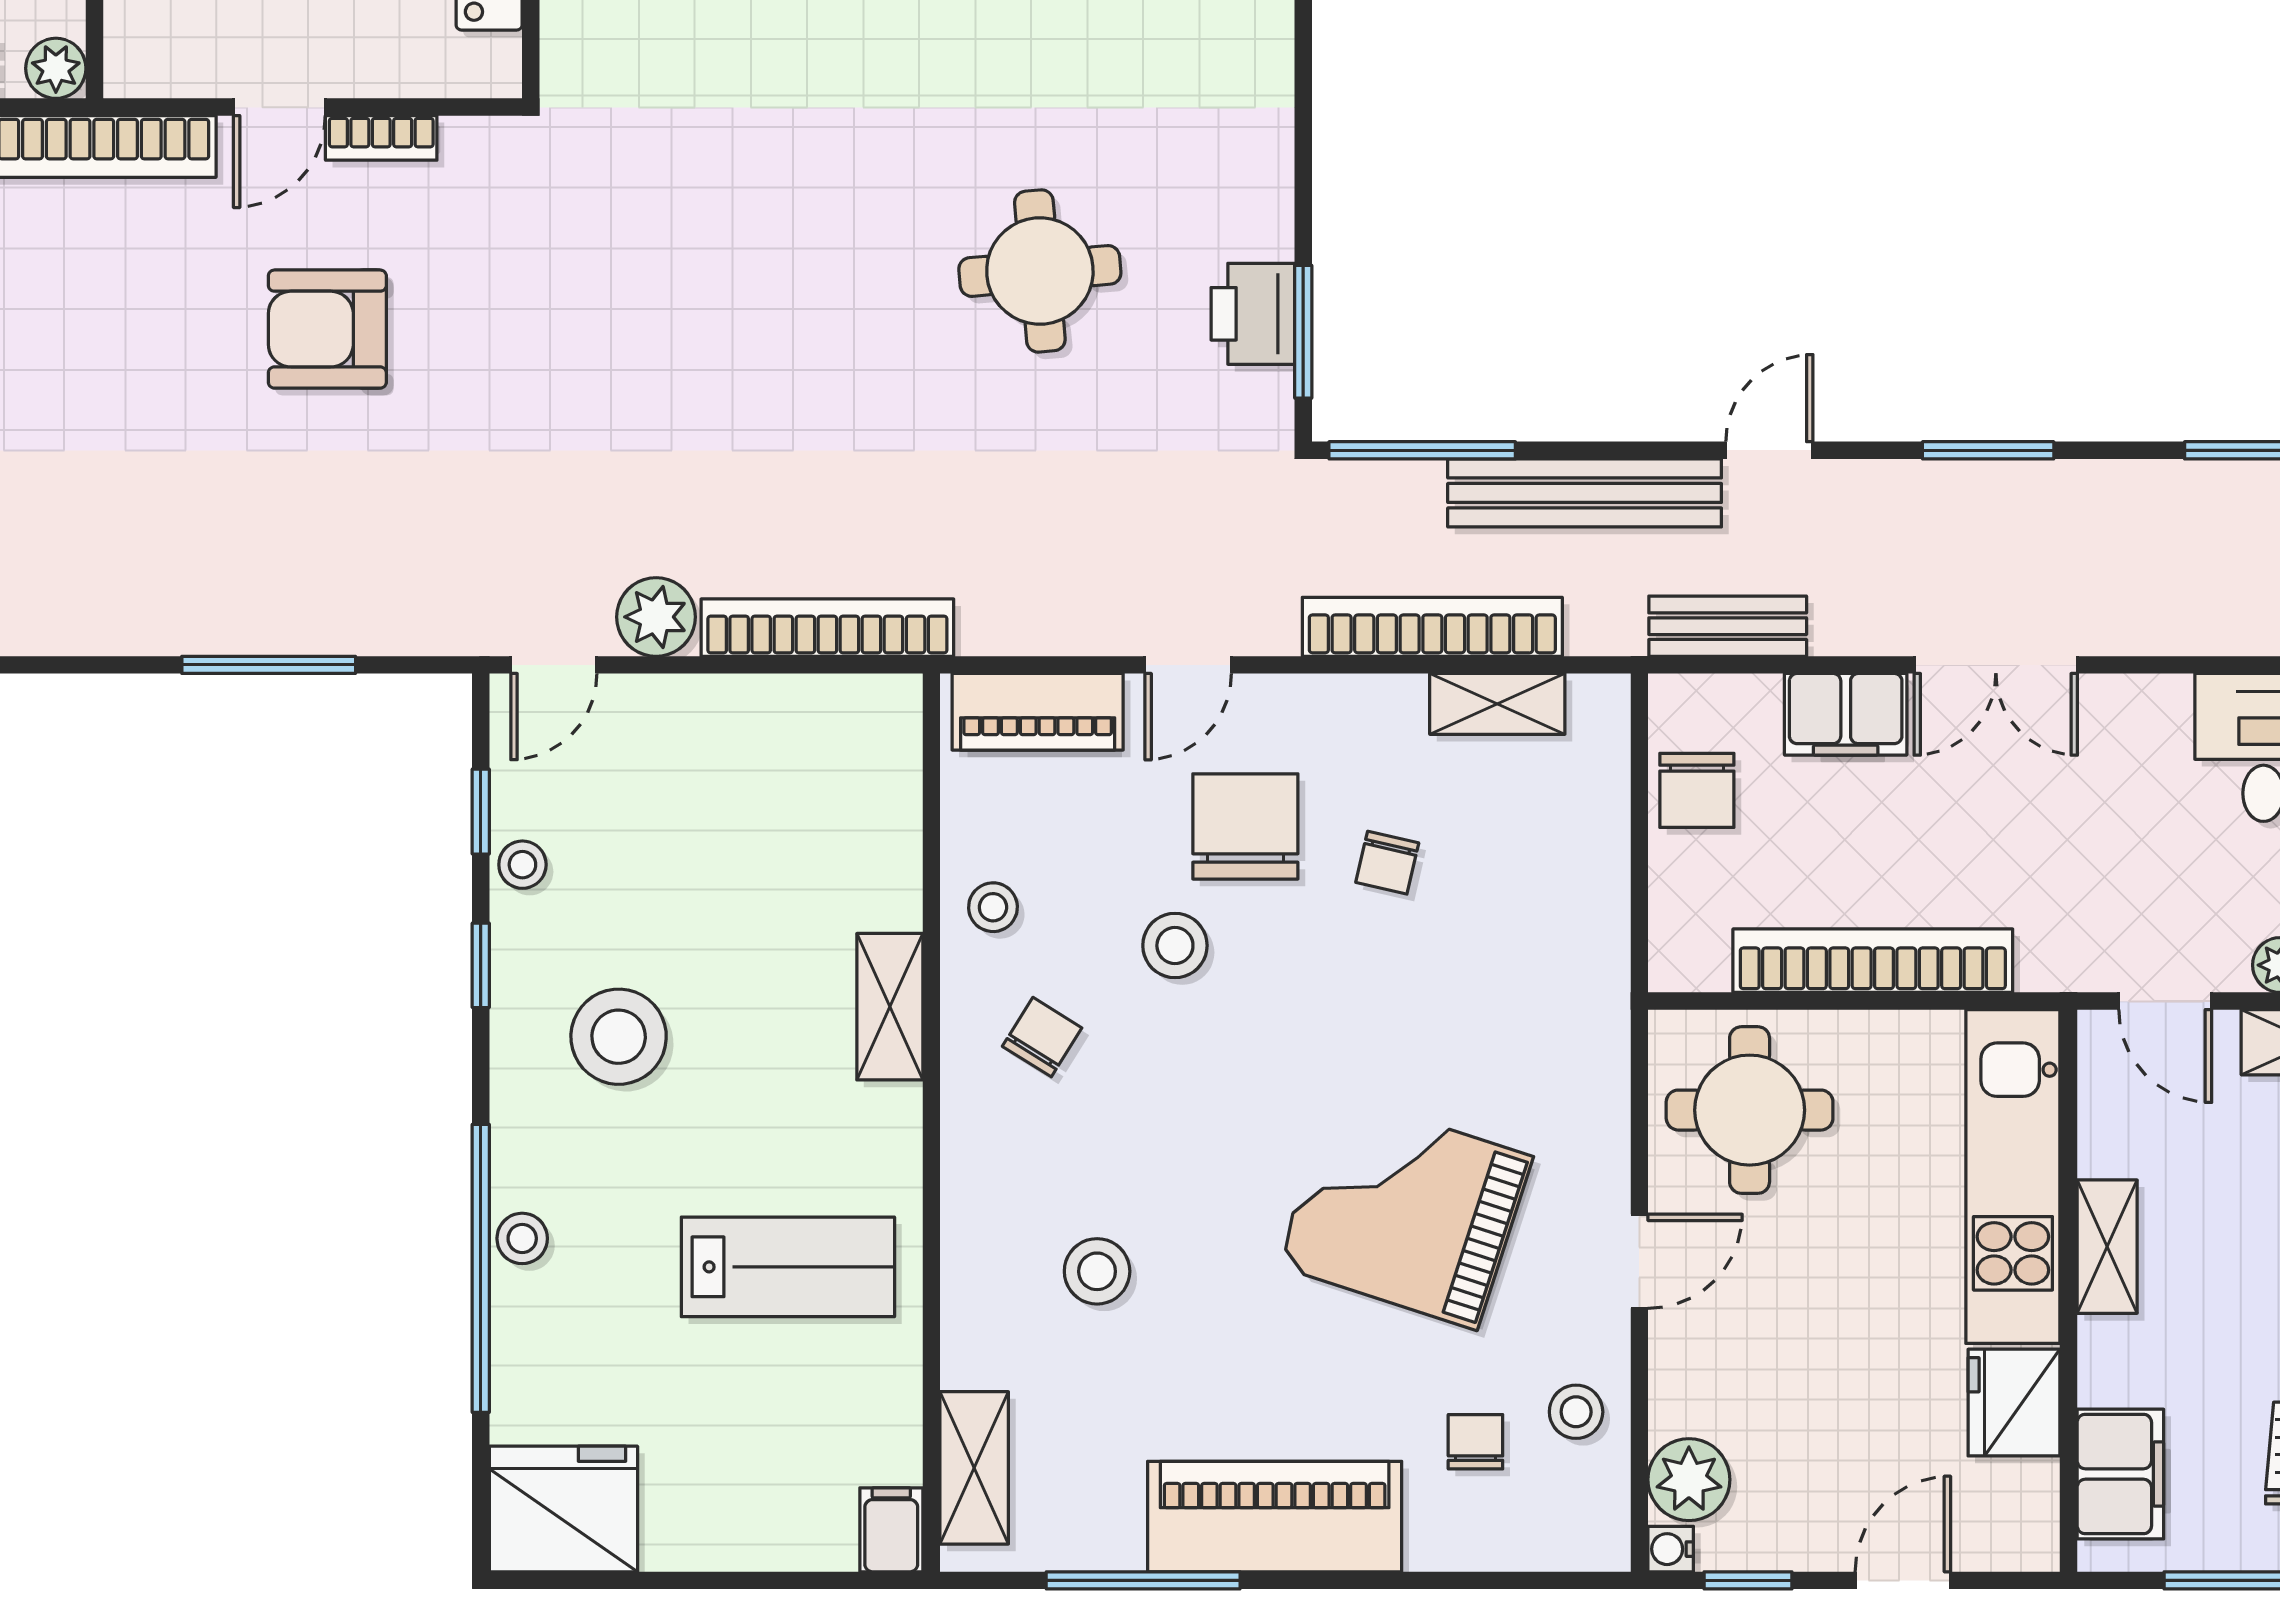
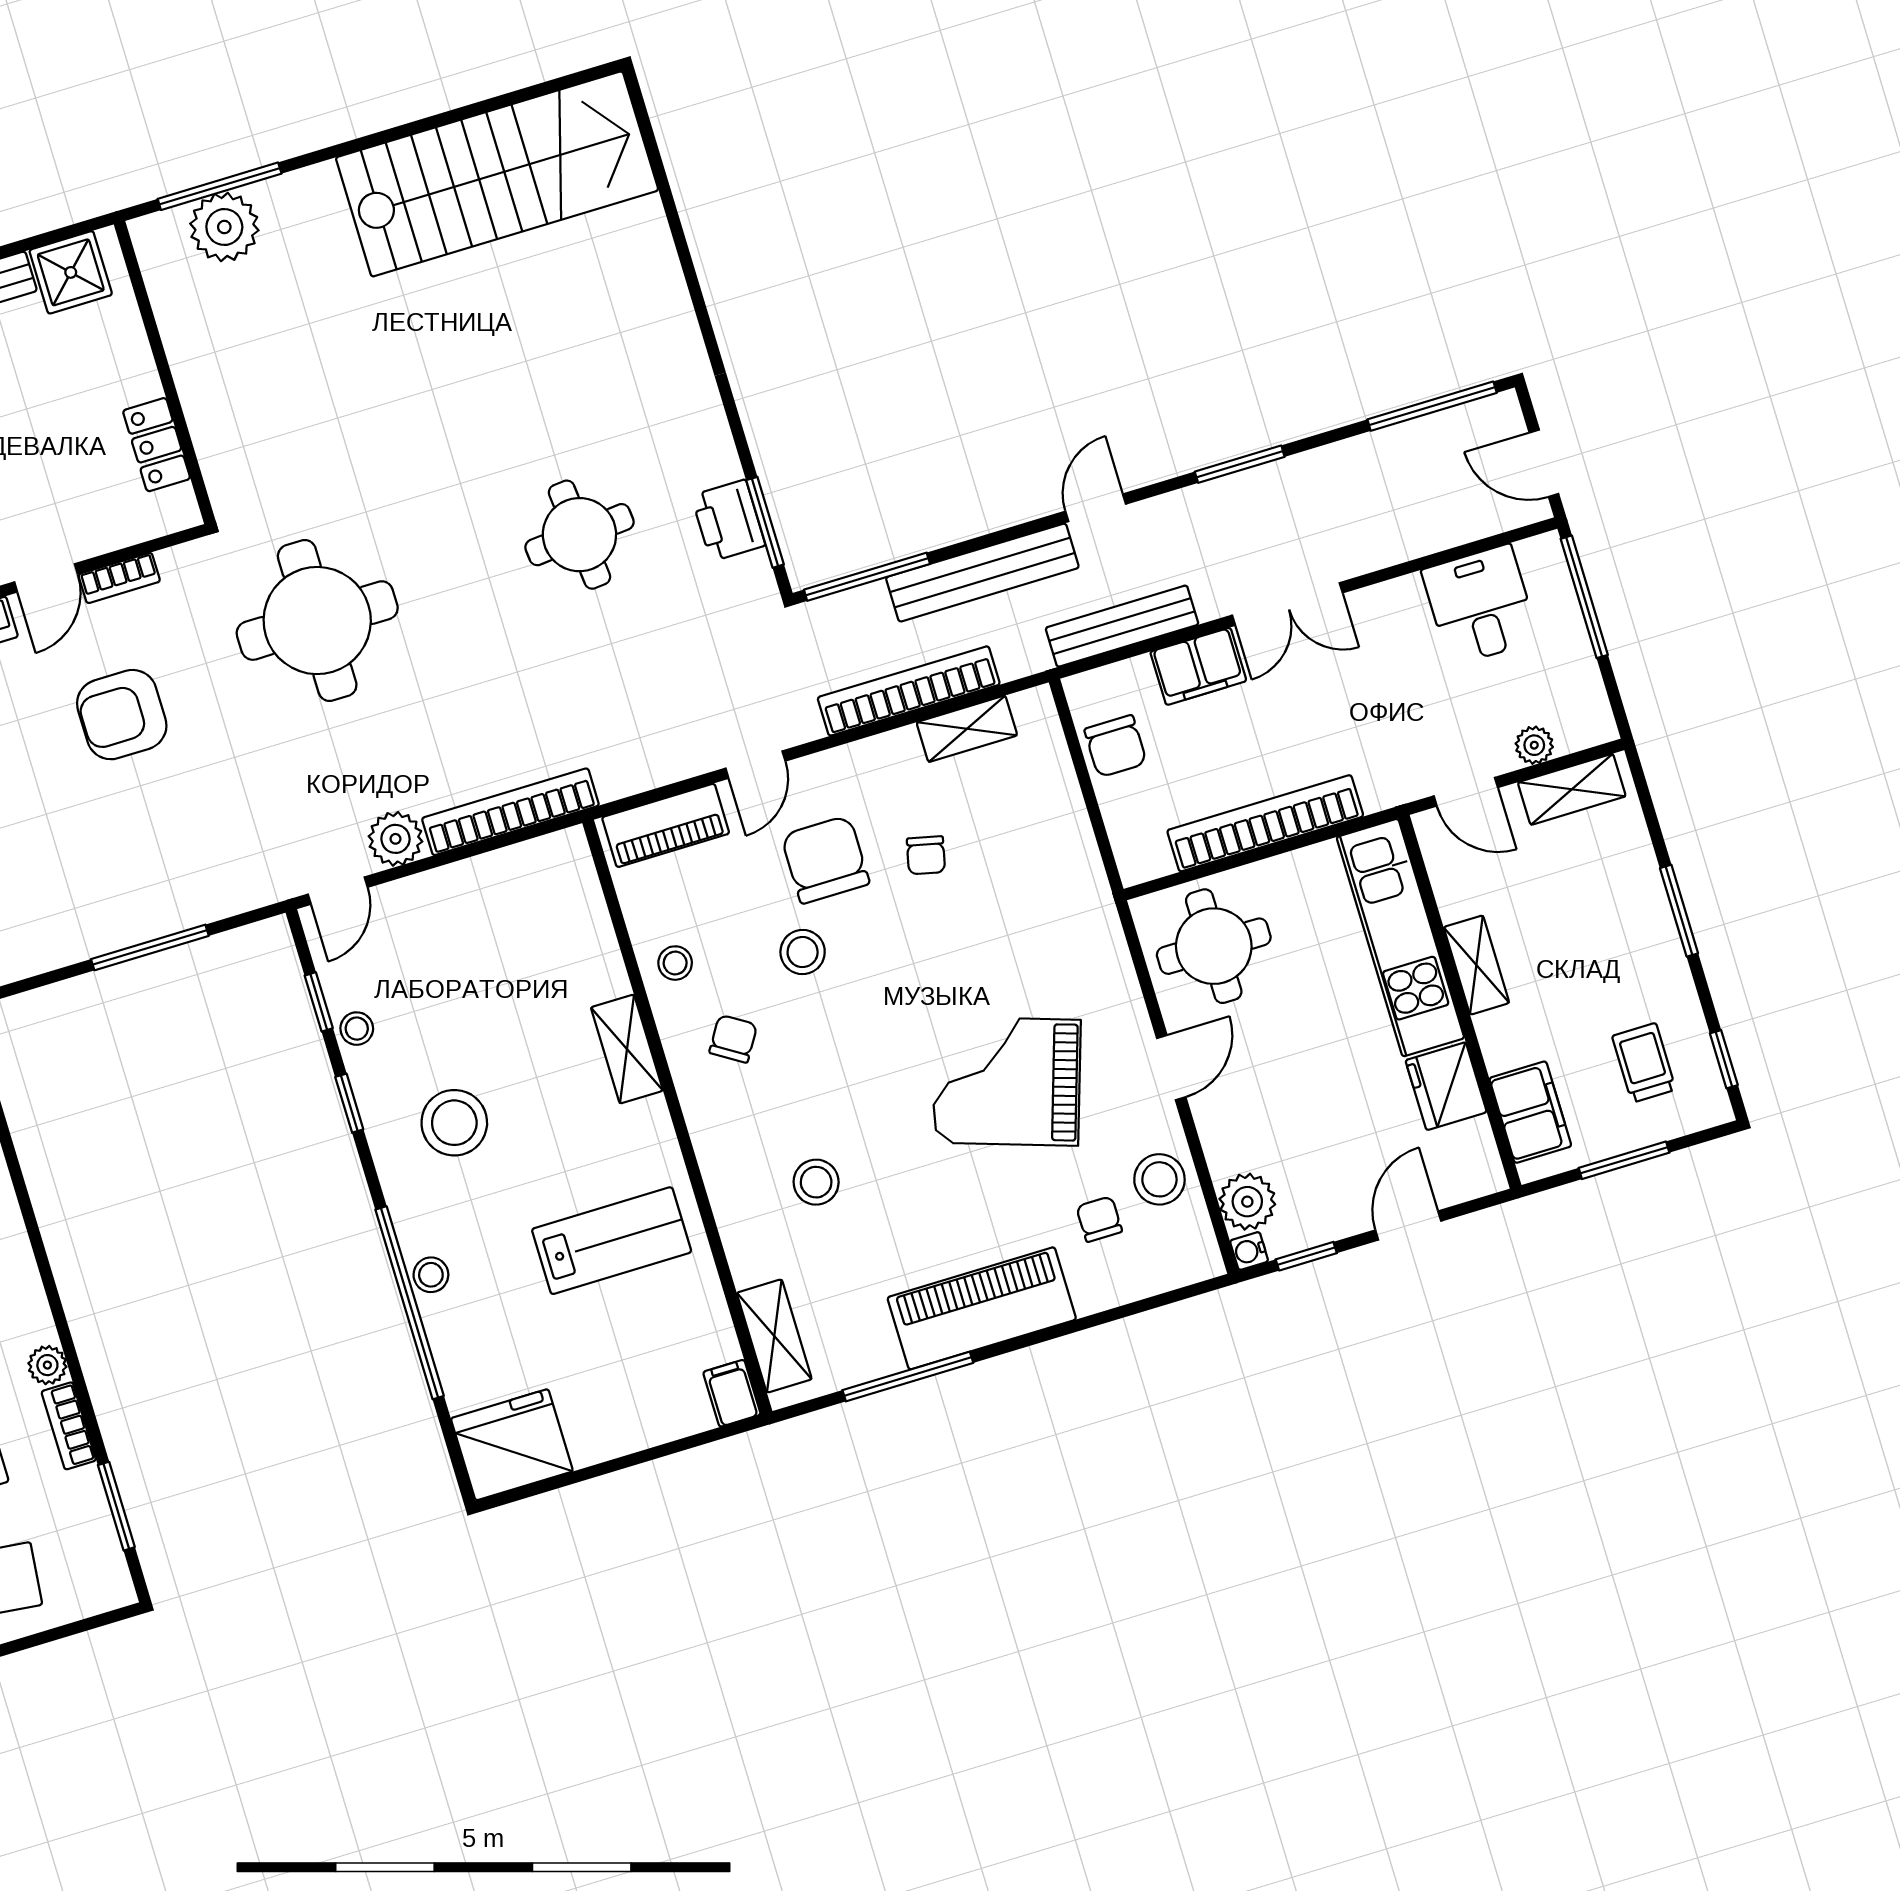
round table: (639, 280) -> (317, 621), added
bench: (1728, 626) -> (1122, 626), width x1.36
stool: (1576, 1412) -> (1159, 1179), width x1.37, depth x1.37

